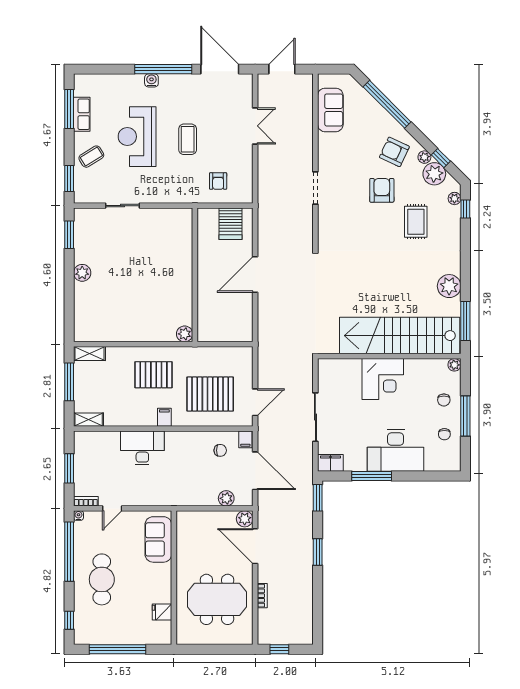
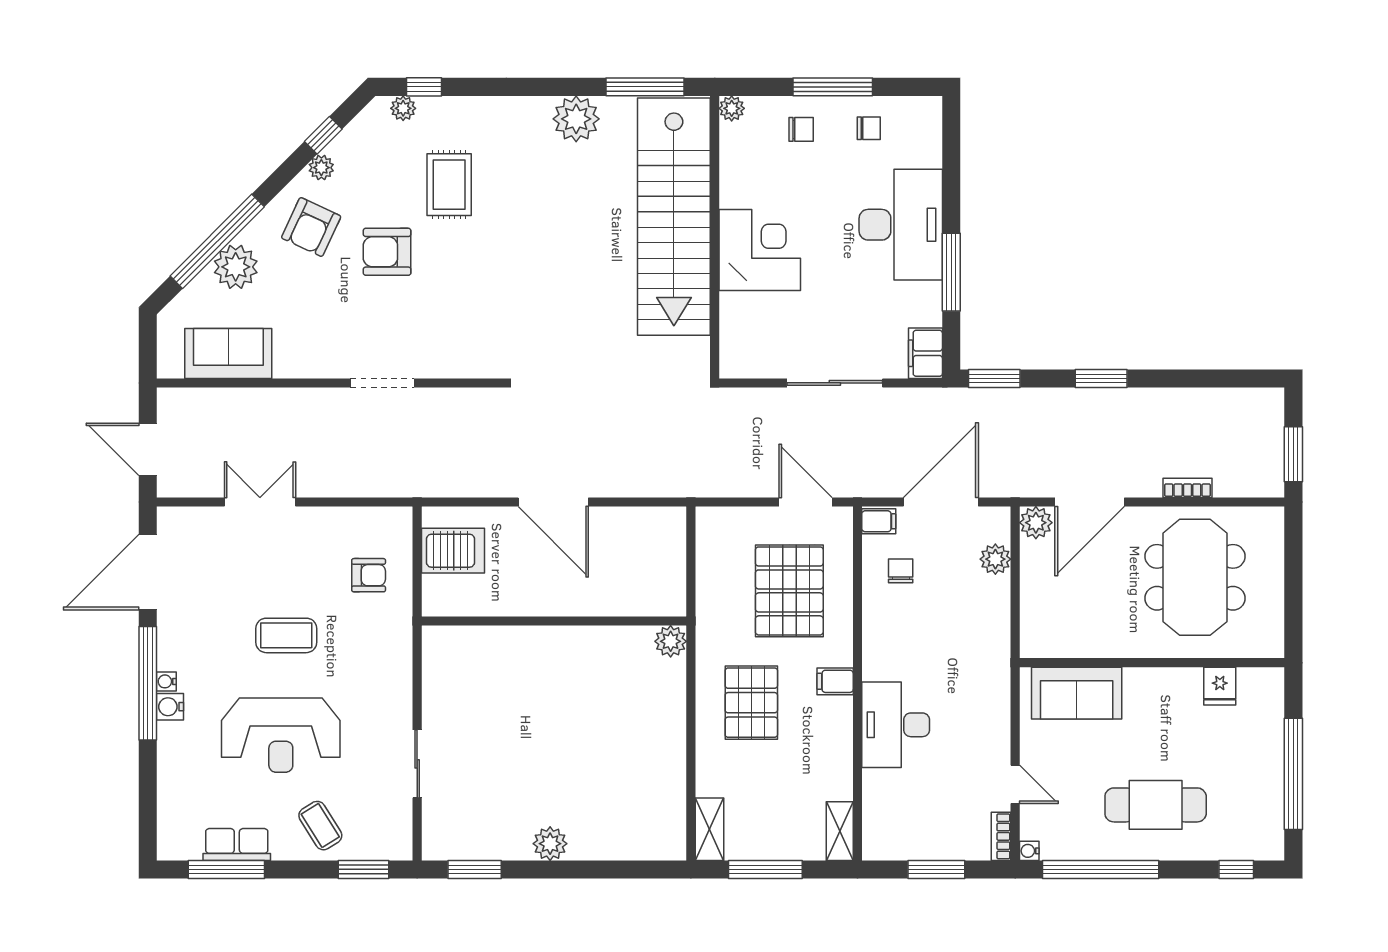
water cooler: (164, 79) -> (166, 681), added
plant: (434, 174) -> (236, 267), moved
rug: (416, 222) -> (449, 185), turned 90
window: (279, 649) -> (1293, 454), width x1.50

